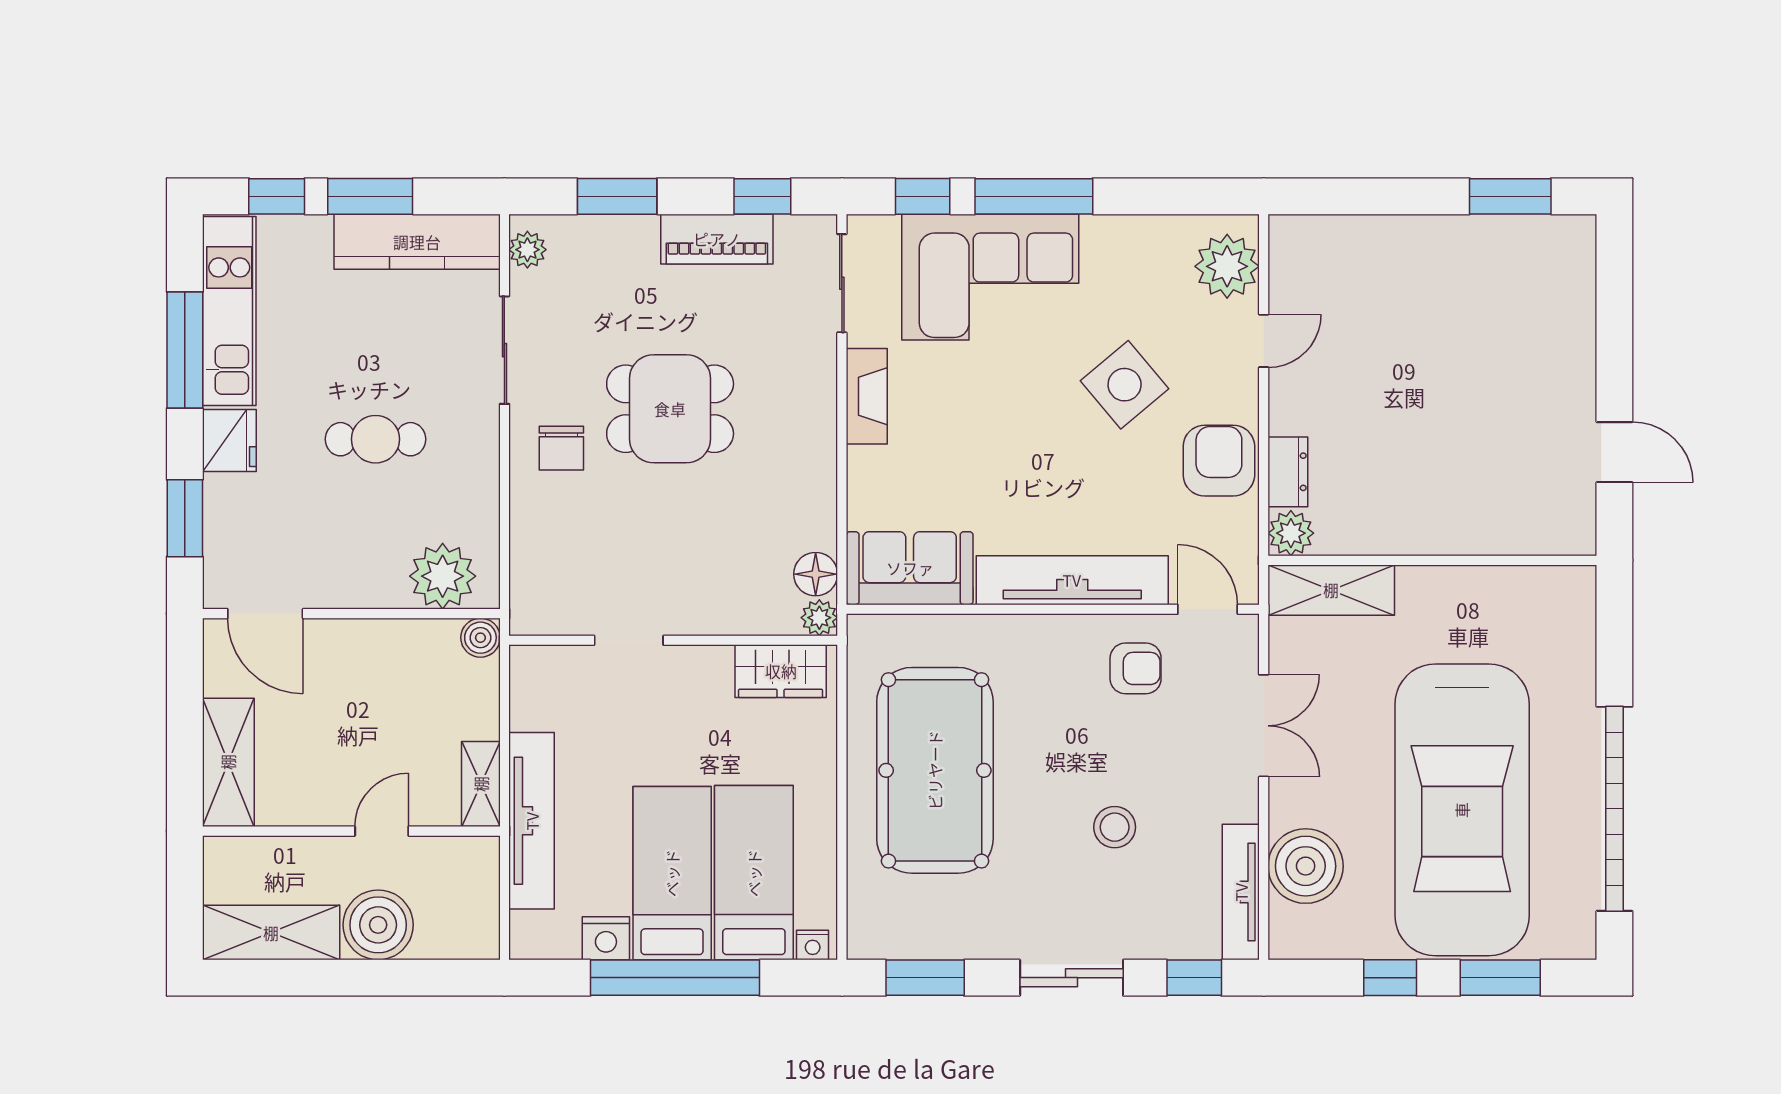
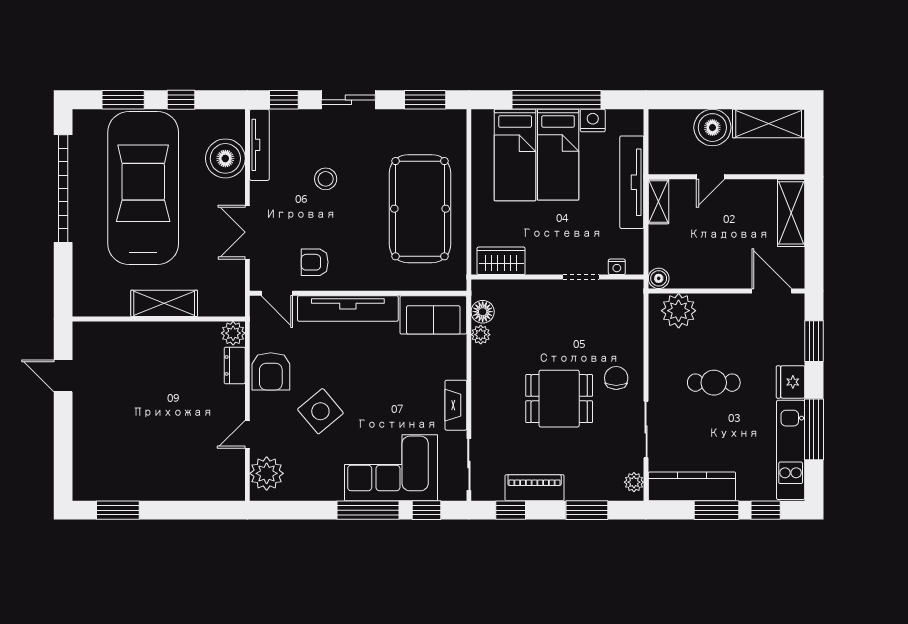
shelving: (1331, 590) -> (164, 303), moved
plant: (819, 618) -> (481, 335), moved
nightstand: (813, 945) -> (617, 267), moved, turned 180

